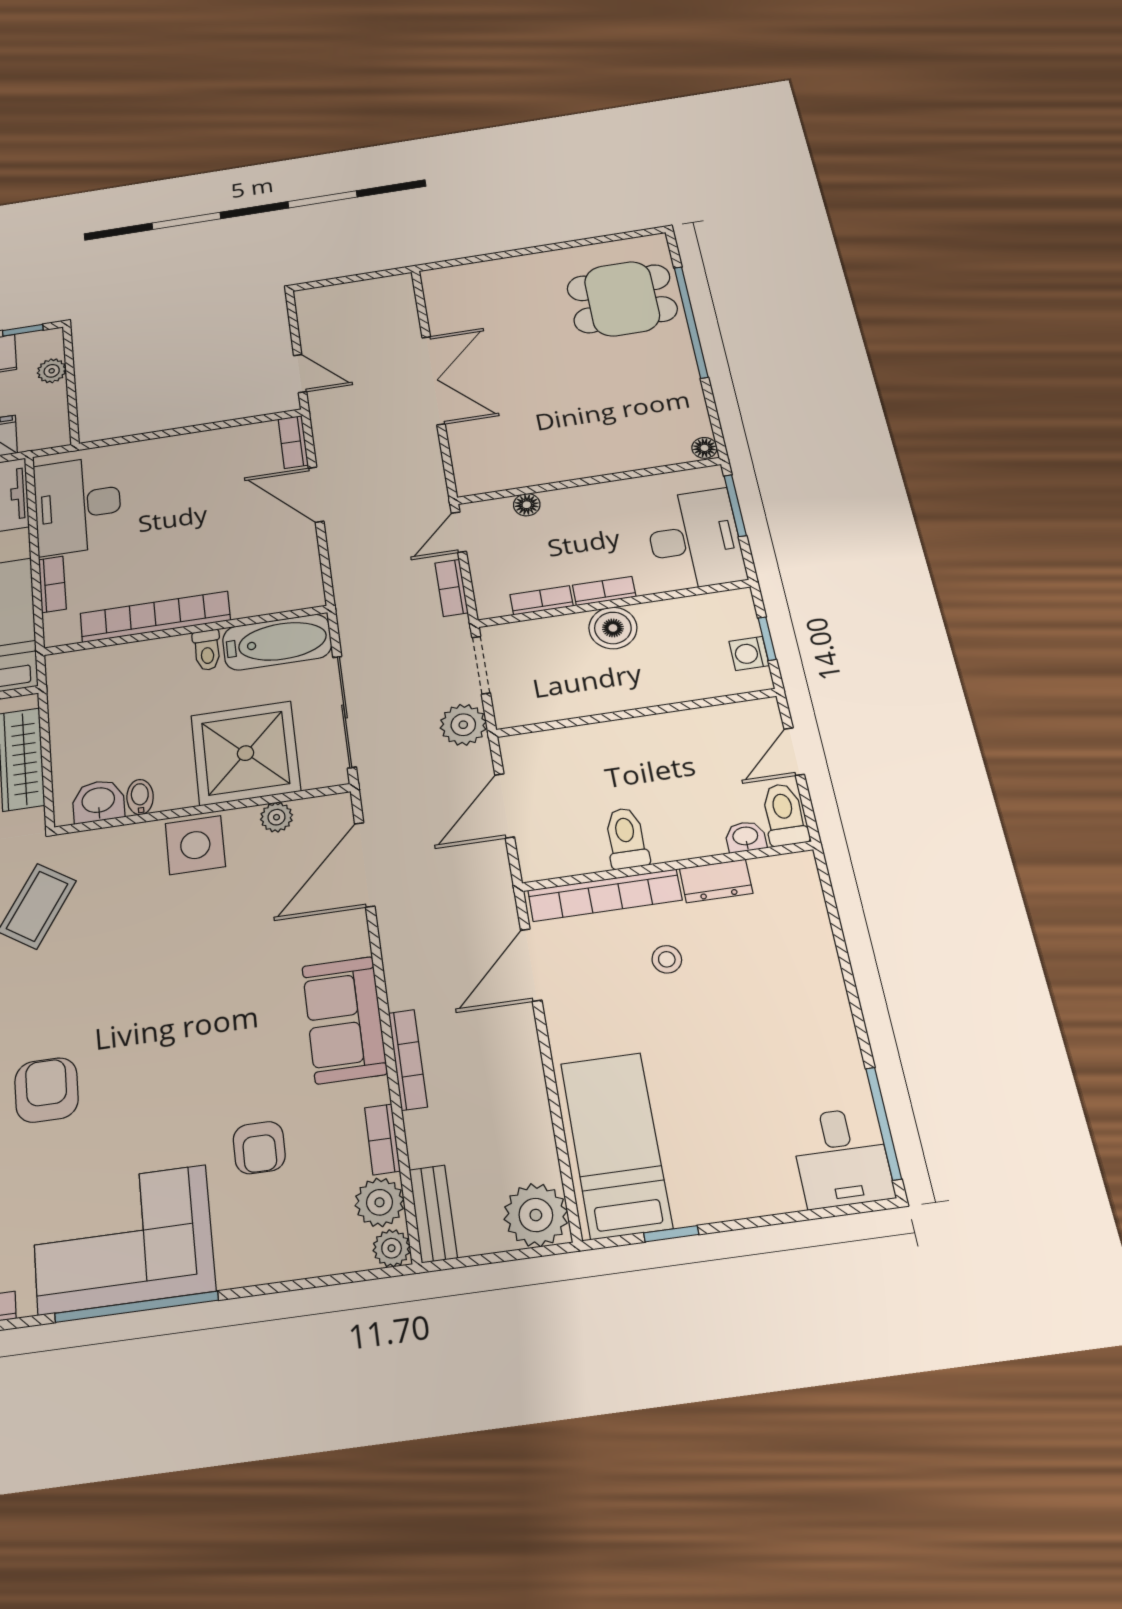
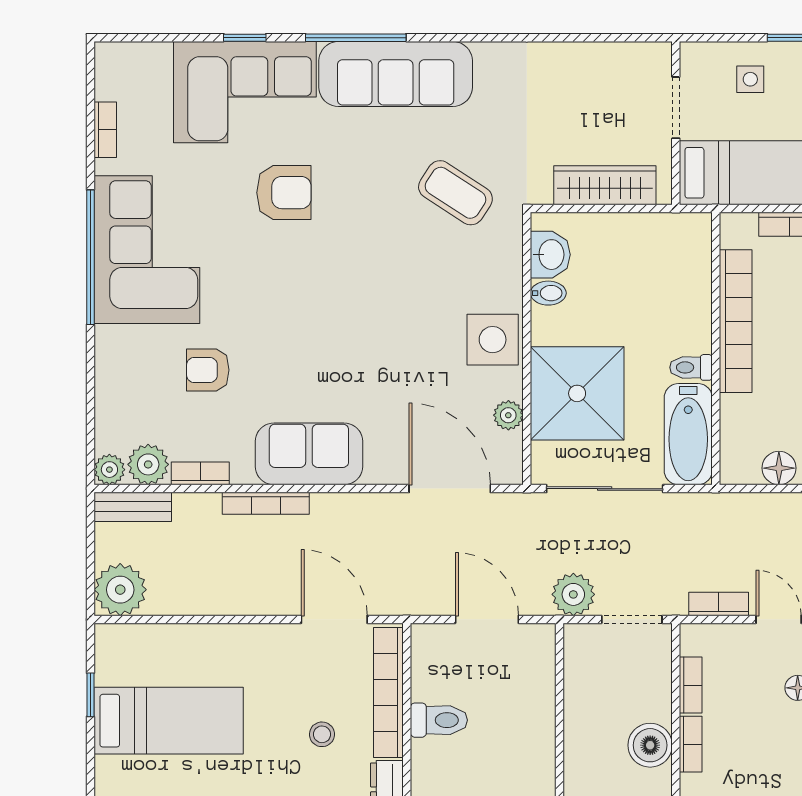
floor lamp: (302, 555) -> (779, 468), added
bed: (616, 1145) -> (169, 721), moved

